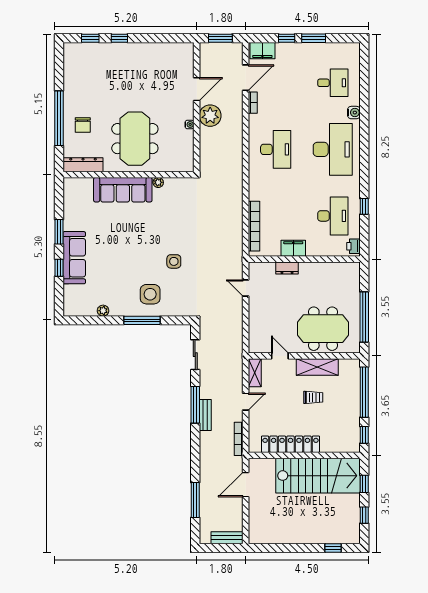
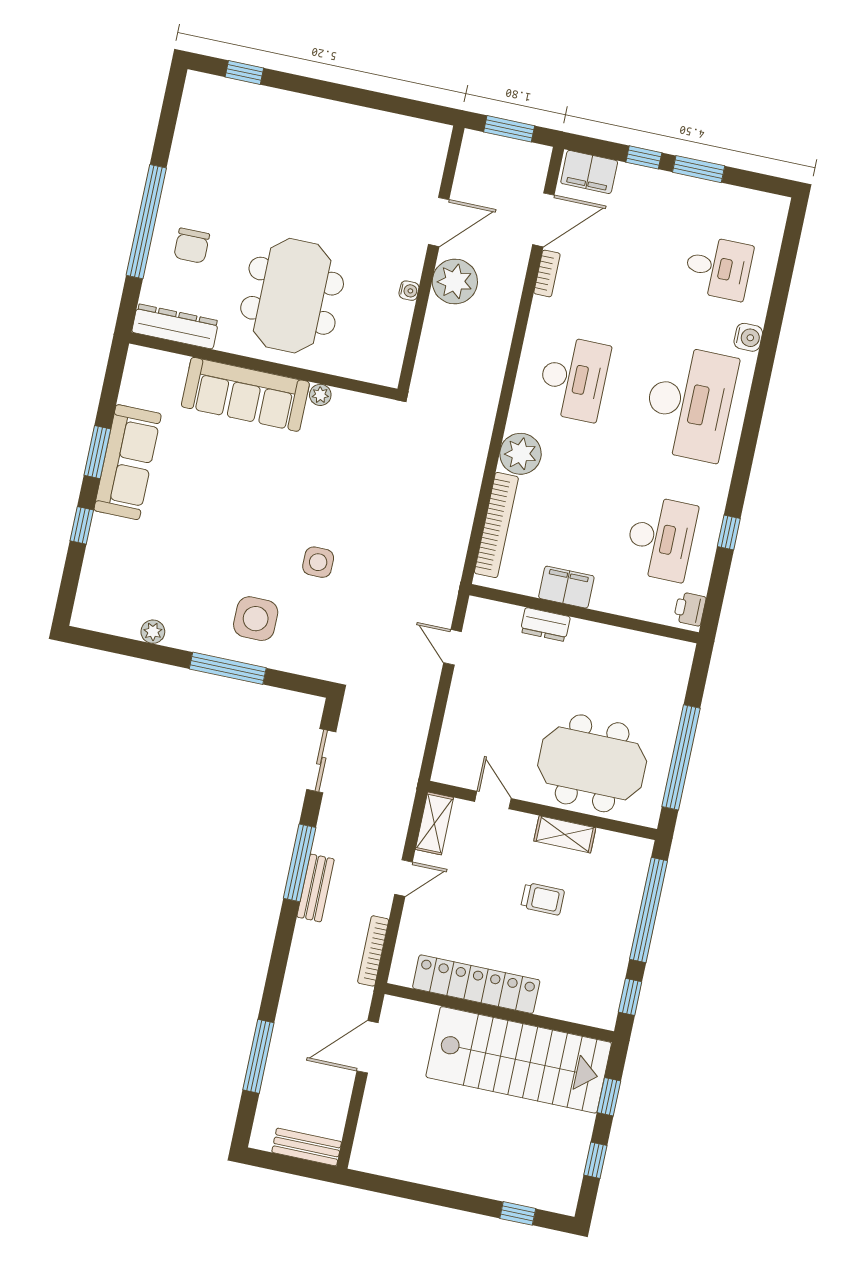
window: (119, 38) -> (304, 85), removed
plant: (258, 190) -> (520, 454), added
sofa: (74, 258) -> (128, 462), moved
shelving: (317, 367) -> (565, 834), width x0.67, depth x0.75

